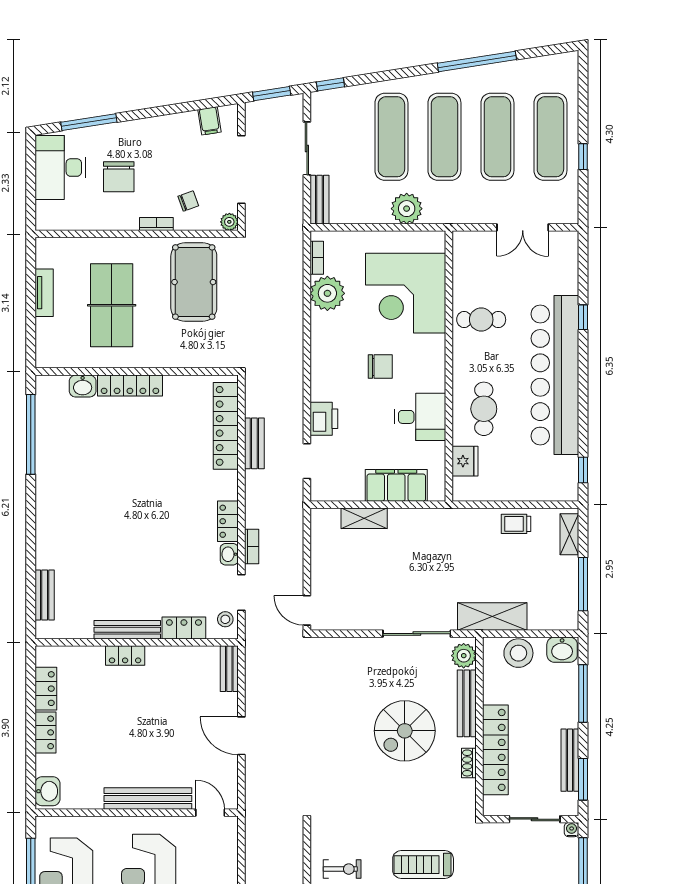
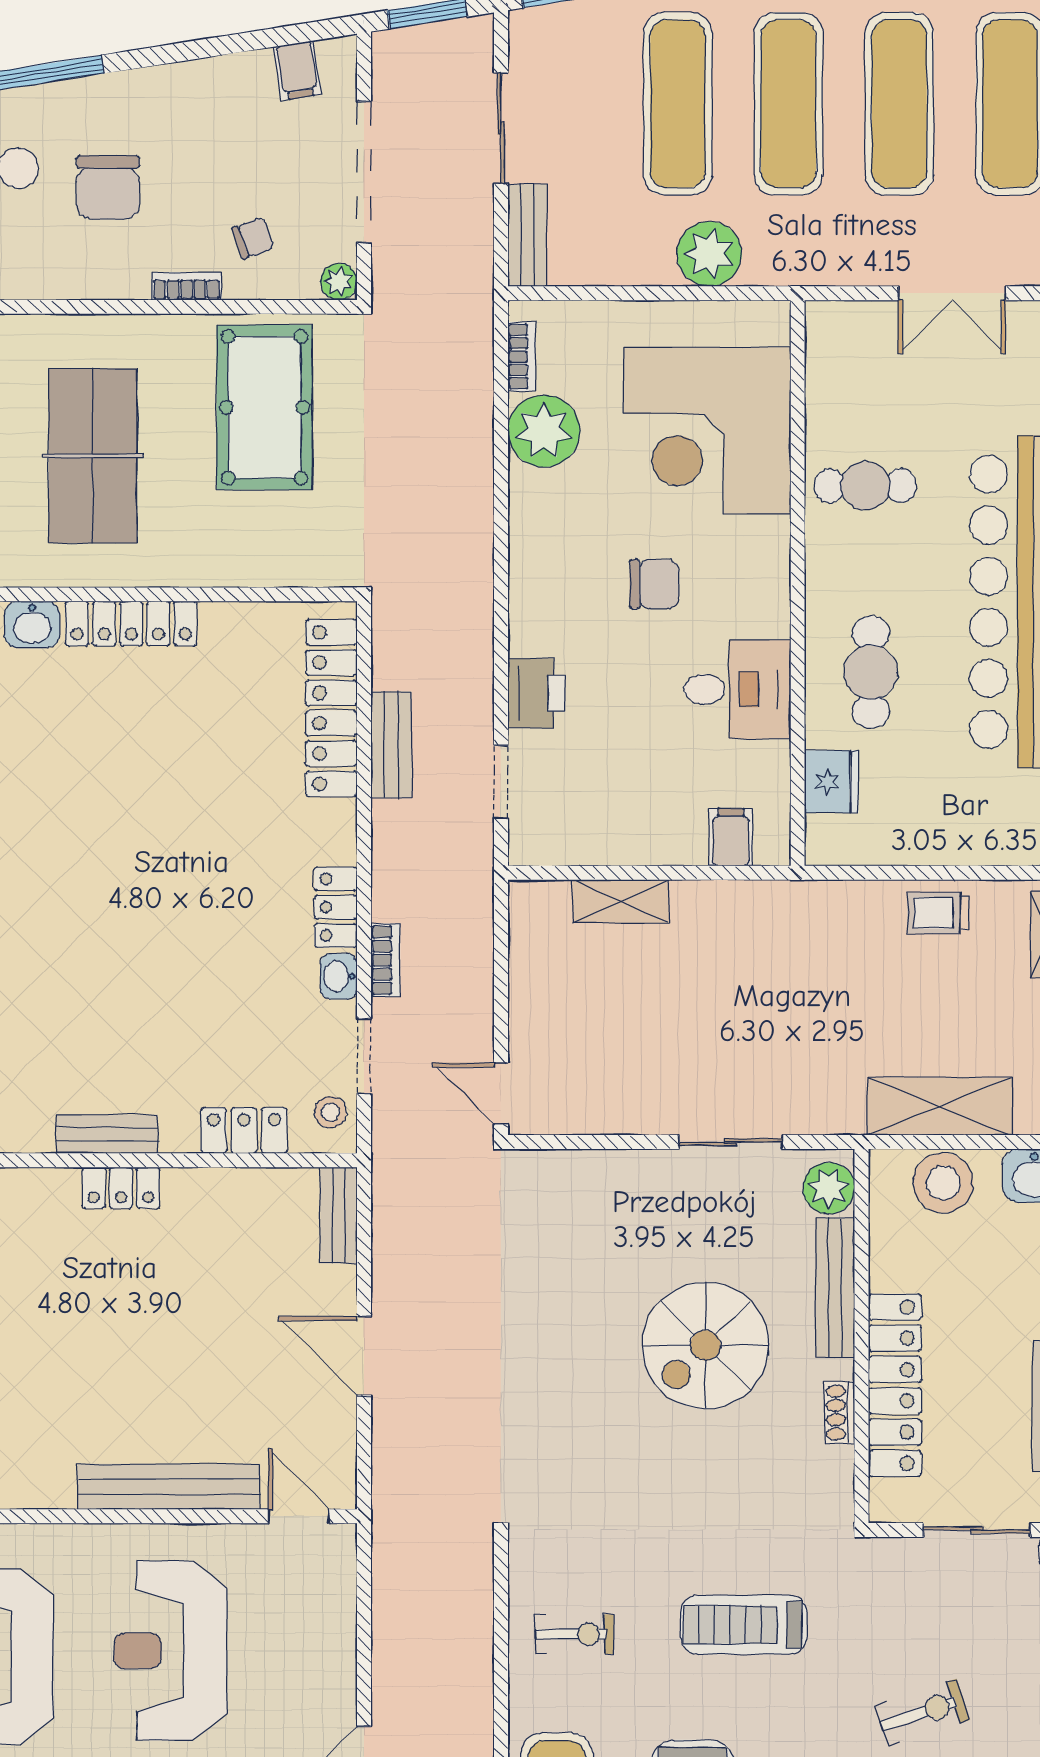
filing cabinet: (396, 485) -> (731, 837), width x0.33, depth x0.86
shelving: (492, 616) -> (940, 1106), moved
bench: (127, 630) -> (107, 1134), width x0.73
sliding door: (417, 634) -> (731, 1142), width x0.73

